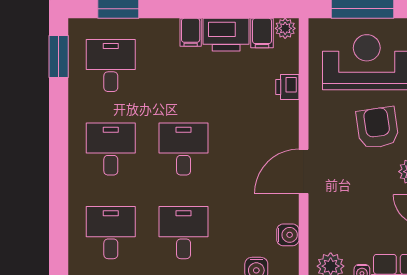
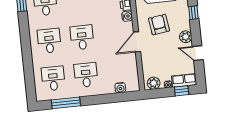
armchair: (377, 128) -> (159, 25), moved
water cooler: (288, 235) -> (127, 16), moved

